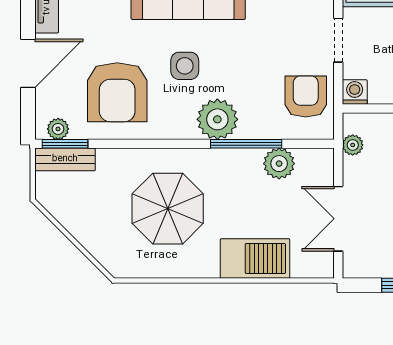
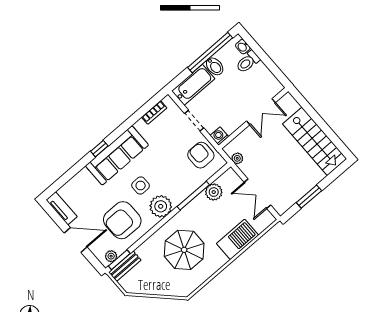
door: (28, 63) -> (76, 240), hinge flipped
armchair: (117, 92) -> (122, 220), turned 90
plant: (217, 119) -> (161, 206), moved

